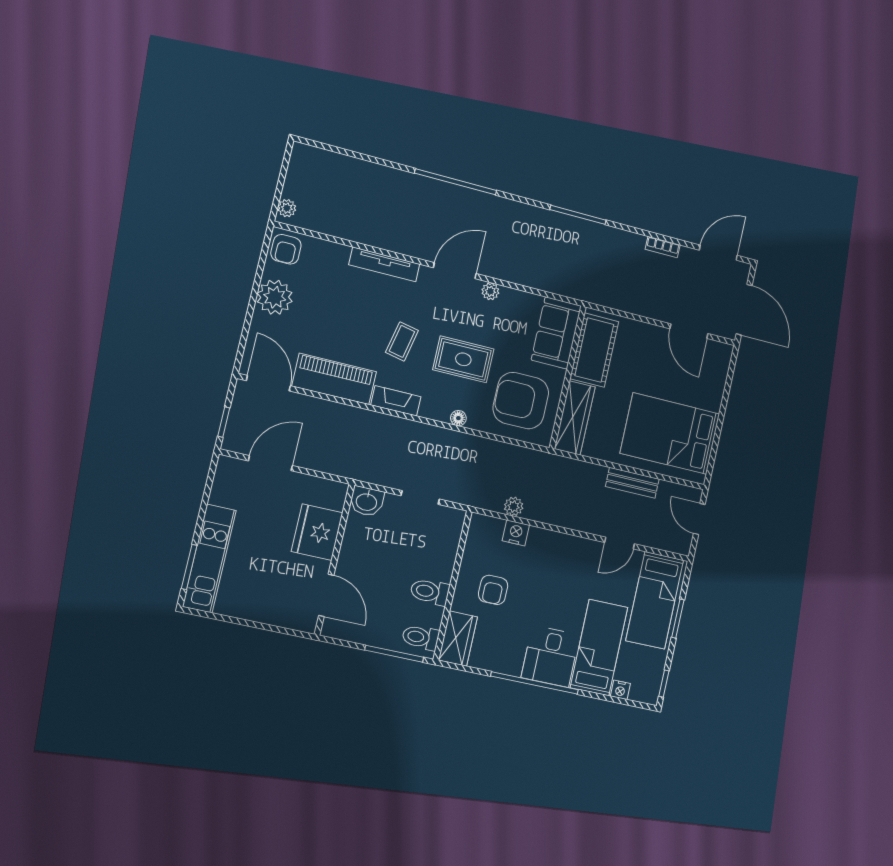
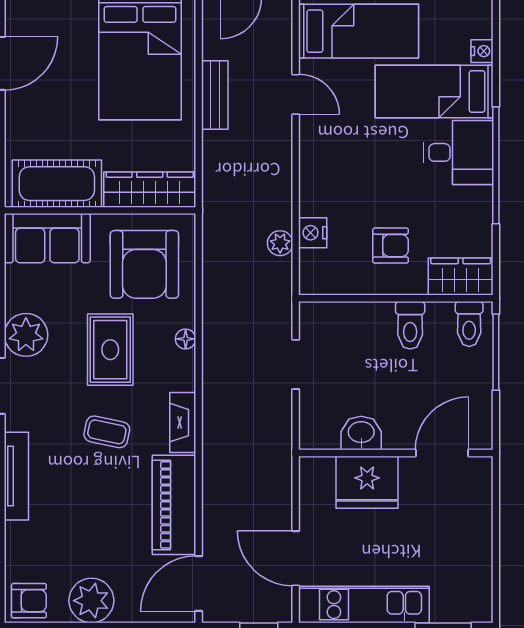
plant: (490, 291) -> (26, 335), width x1.87, depth x1.87
washbasin: (367, 501) -> (361, 433), moved, turned -90
kitchen unit: (209, 559) -> (364, 605), moved

